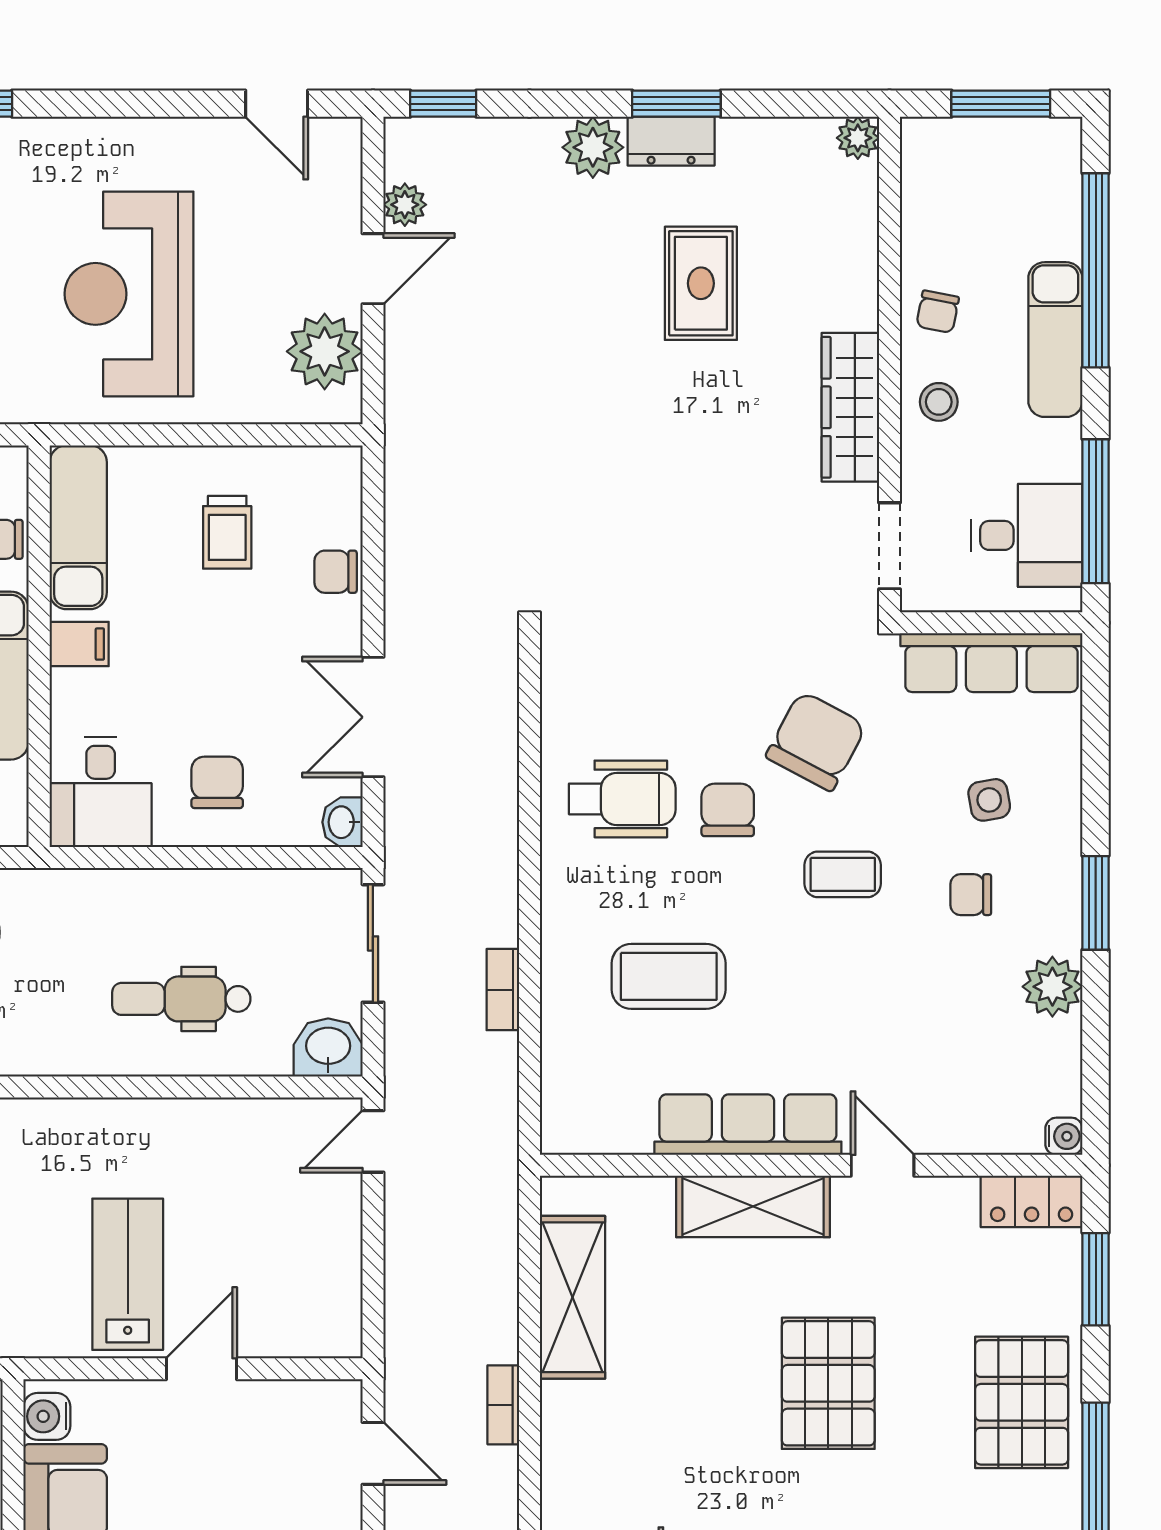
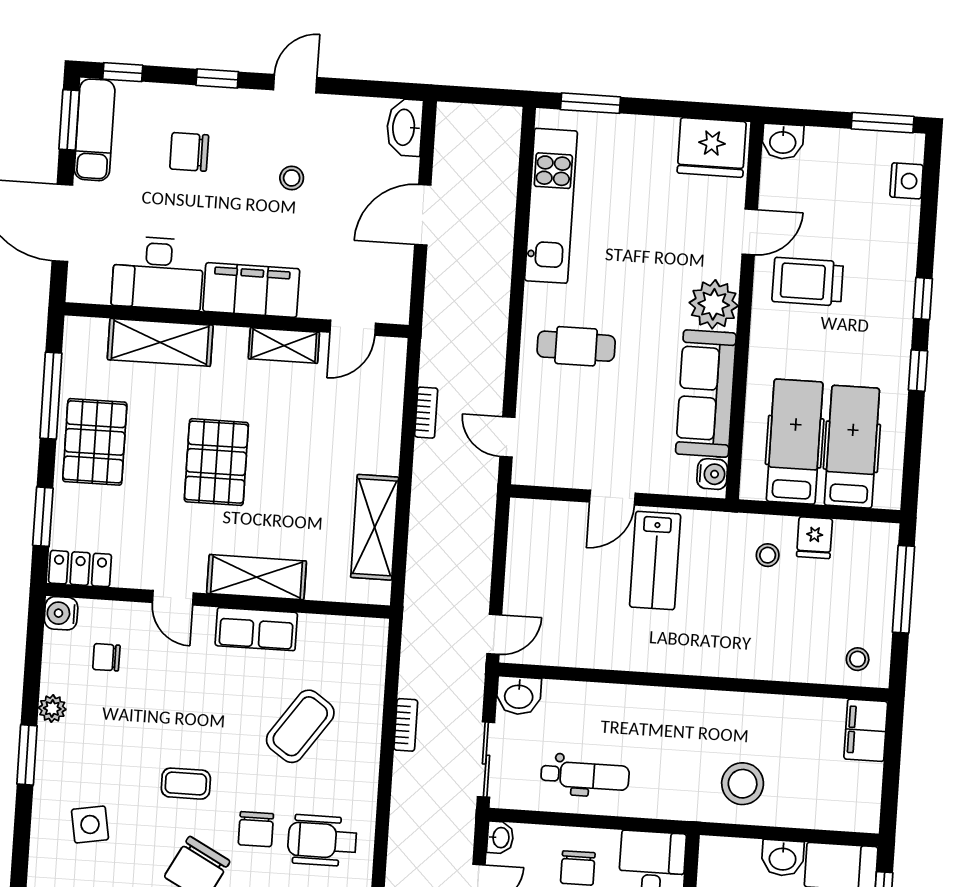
side table: (989, 800) -> (90, 824), width x1.37, depth x1.37
chair: (971, 895) -> (106, 657), moved, turned 180
coffee table: (669, 976) -> (300, 726), turned -55
plant: (1052, 987) -> (52, 709), width x0.73, depth x0.73
dental chair: (181, 999) -> (585, 776), moved
row of seats: (748, 1125) -> (256, 629), width x0.68
water cooler: (1064, 1136) -> (61, 613), width x1.38, depth x1.38
bookcase: (503, 1405) -> (426, 413), moved

